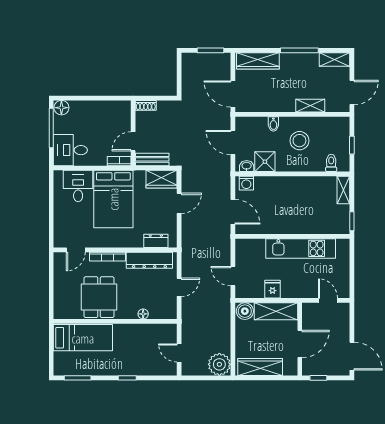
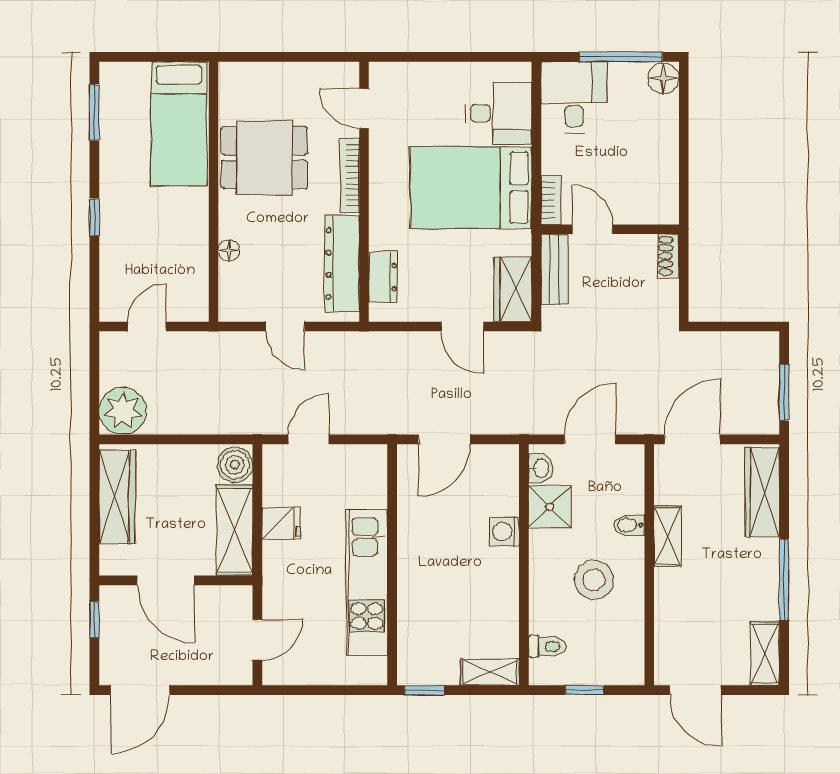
shelving: (310, 106) -> (668, 536), moved
washing machine: (246, 183) -> (505, 531), moved

